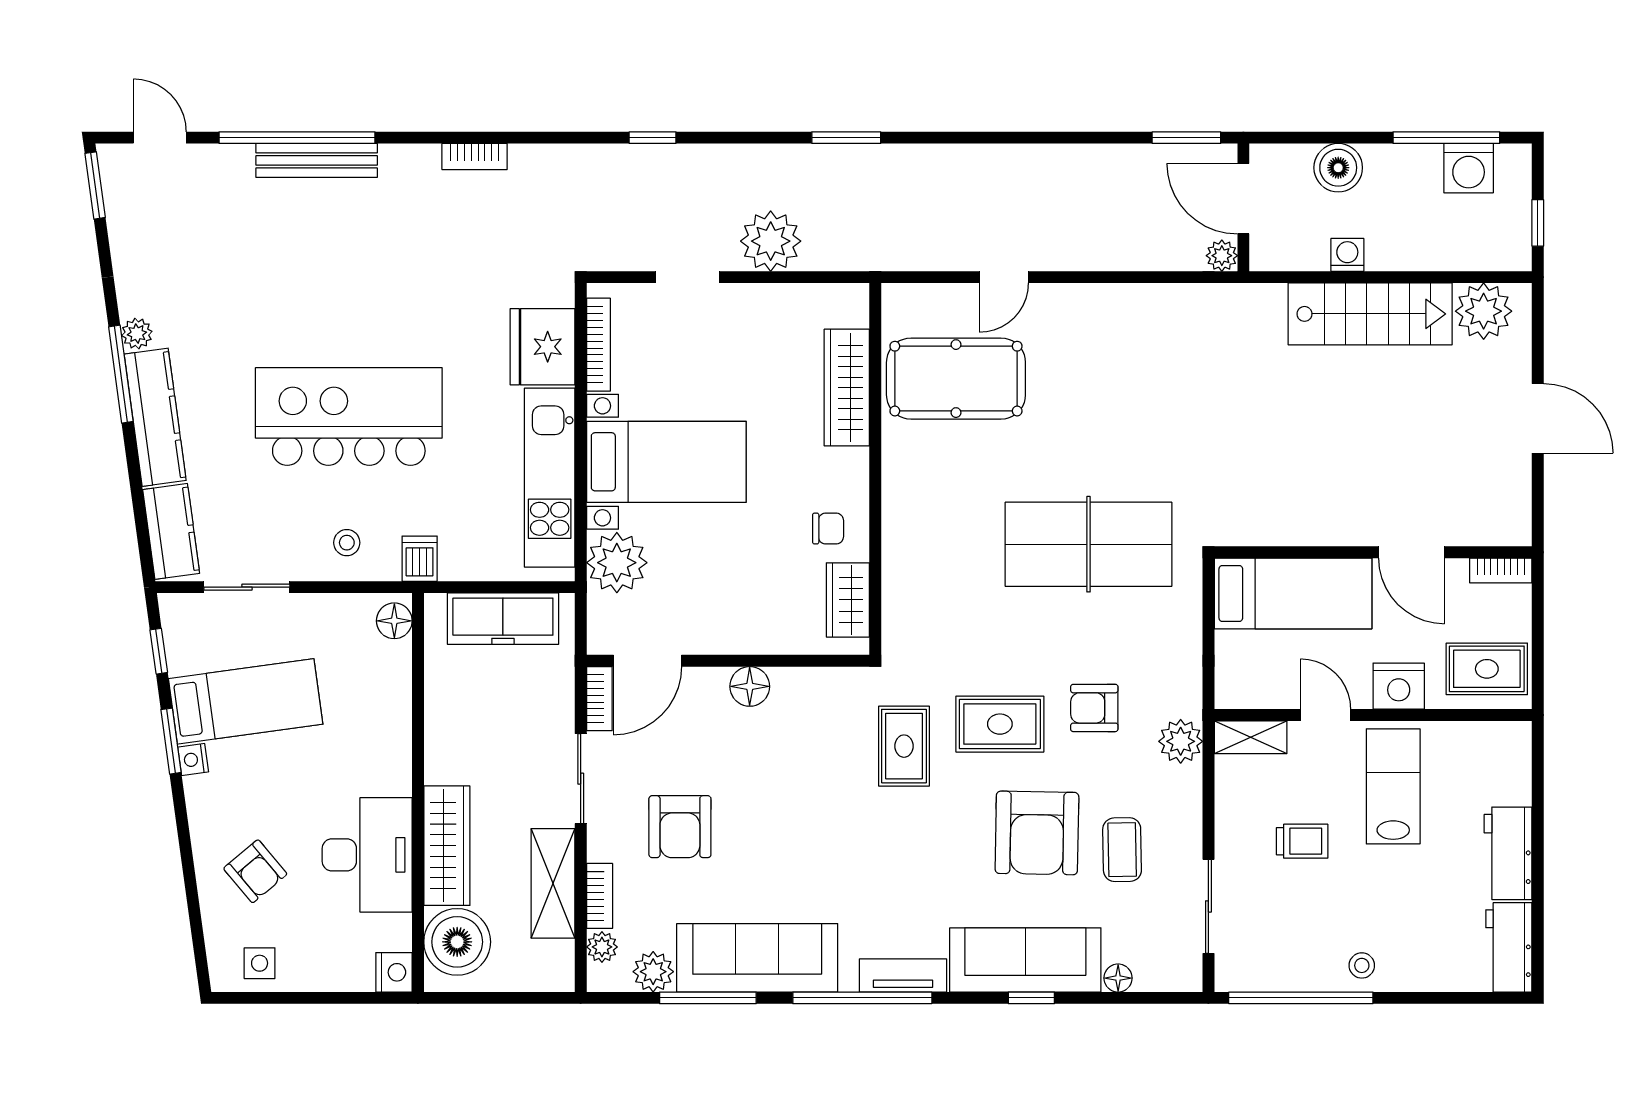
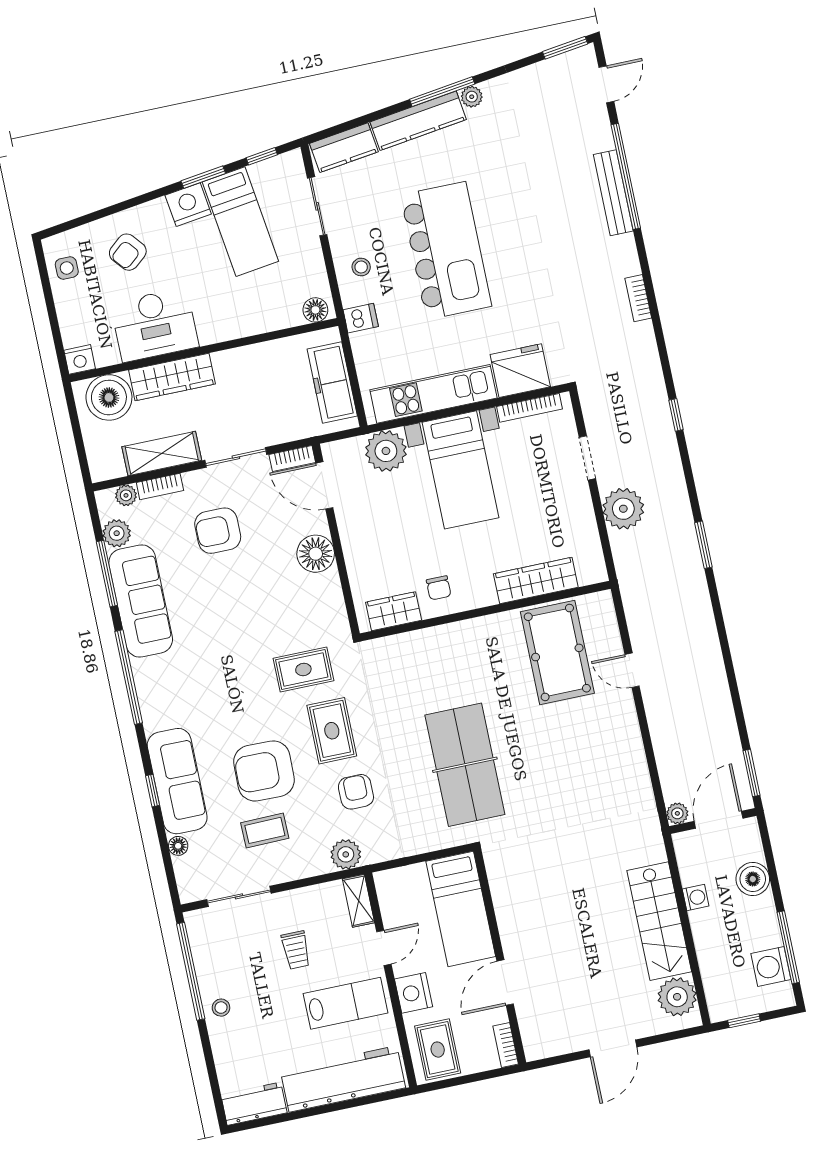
floor lamp: (750, 686) -> (316, 554), width x1.38, depth x1.38
nightstand: (193, 760) -> (188, 205), width x1.89, depth x1.79
workbench: (1508, 853) -> (343, 1079), width x1.88, depth x1.32
tv unit: (903, 975) -> (149, 701), removed

